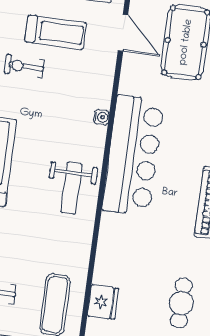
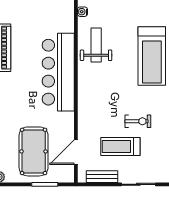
door: (123, 33) -> (76, 152), hinge flipped
water cooler: (101, 117) -> (82, 12), moved

